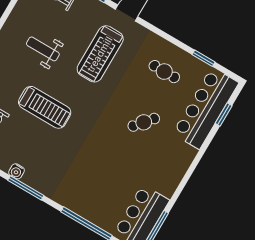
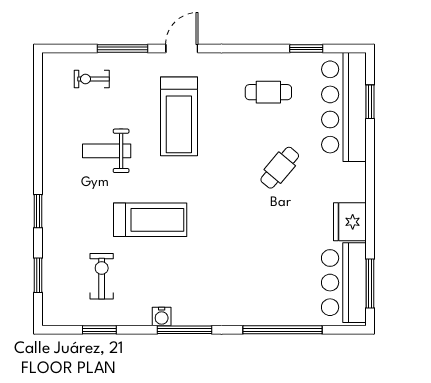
fridge: (167, 181) -> (350, 222), added

